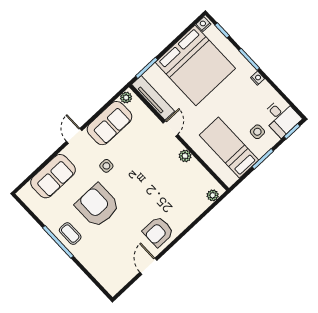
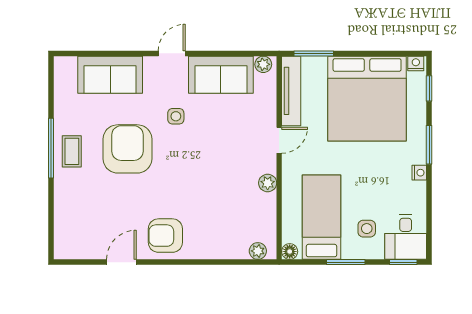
floor lamp: (229, 180) -> (290, 252), added

